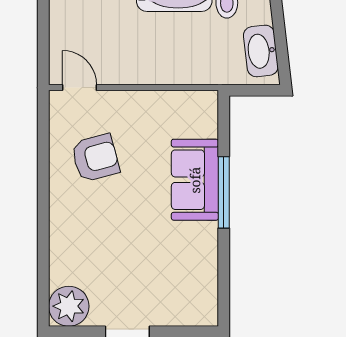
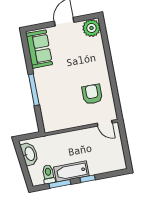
armchair: (95, 158) -> (92, 94), turned 105
sofa: (195, 180) -> (39, 49), moved

